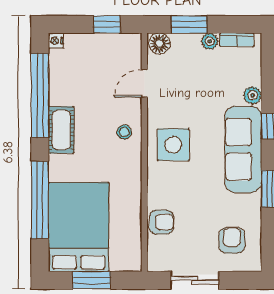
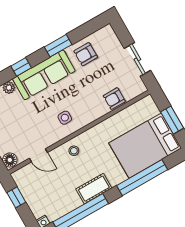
side table: (173, 145) -> (65, 118), width x0.54, depth x0.54
armchair: (161, 222) -> (114, 99), turned -90
armchair: (232, 240) -> (86, 54), moved

